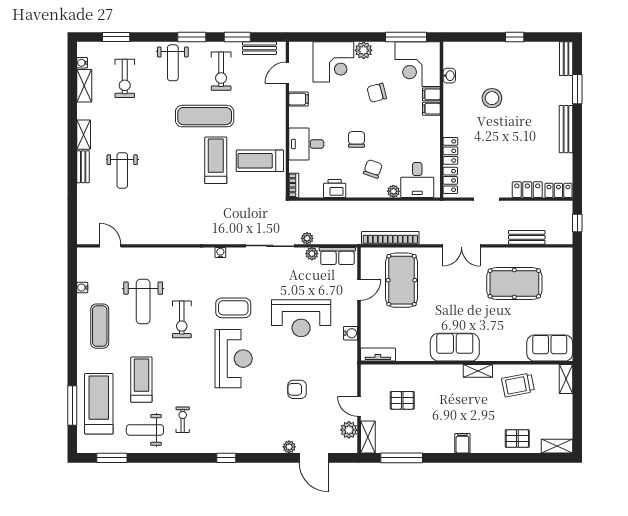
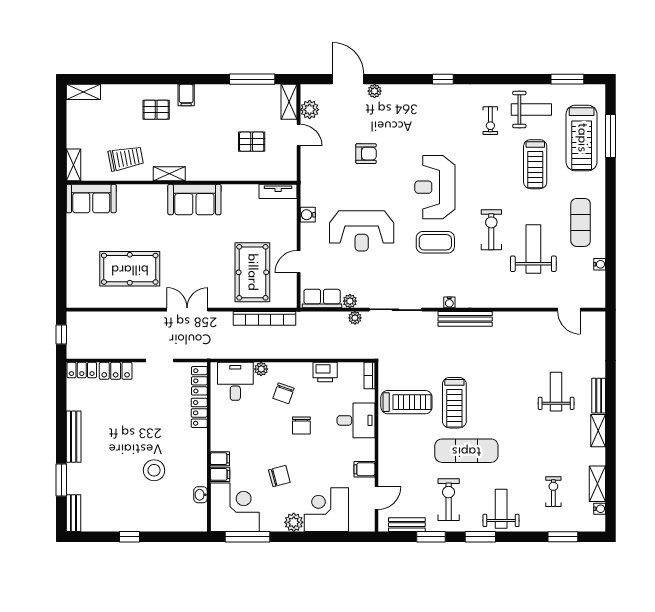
exercise bike: (125, 78) -> (553, 492), width x0.73, depth x0.72
bench: (527, 237) -> (465, 319), moved, width x1.36
reception desk: (301, 318) -> (362, 231), turned 180
pallet: (517, 438) -> (156, 110), moved

